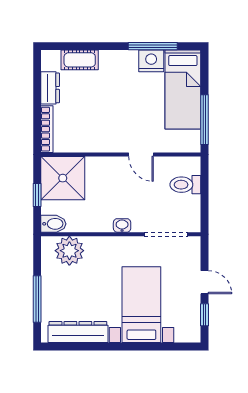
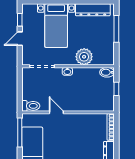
shower: (63, 178) -> (102, 99), removed
toilet: (185, 185) -> (31, 106), moved
plant: (69, 251) -> (84, 57), moved
door: (205, 282) -> (20, 39), hinge flipped

